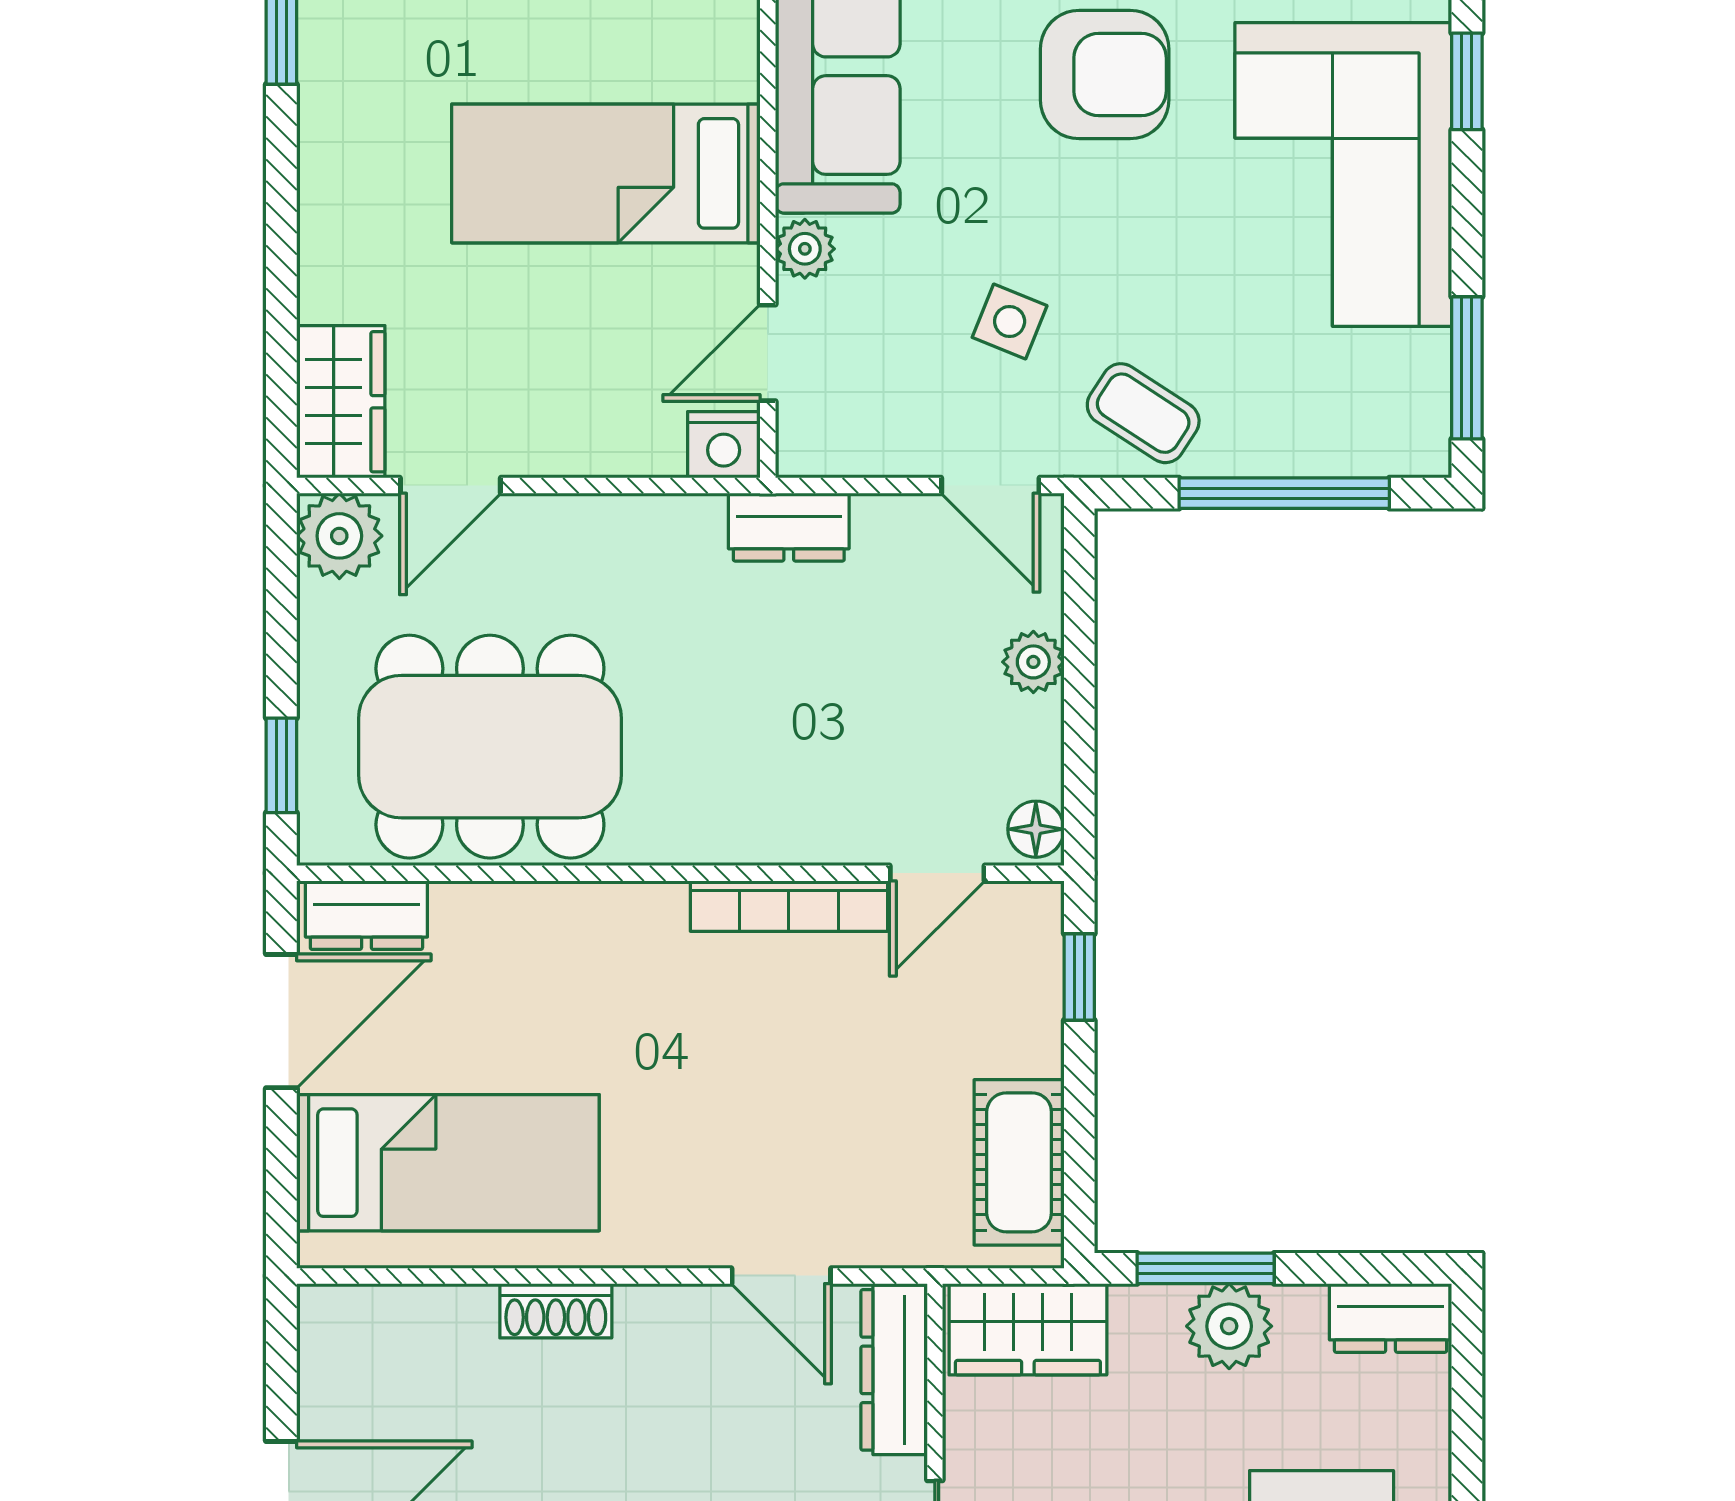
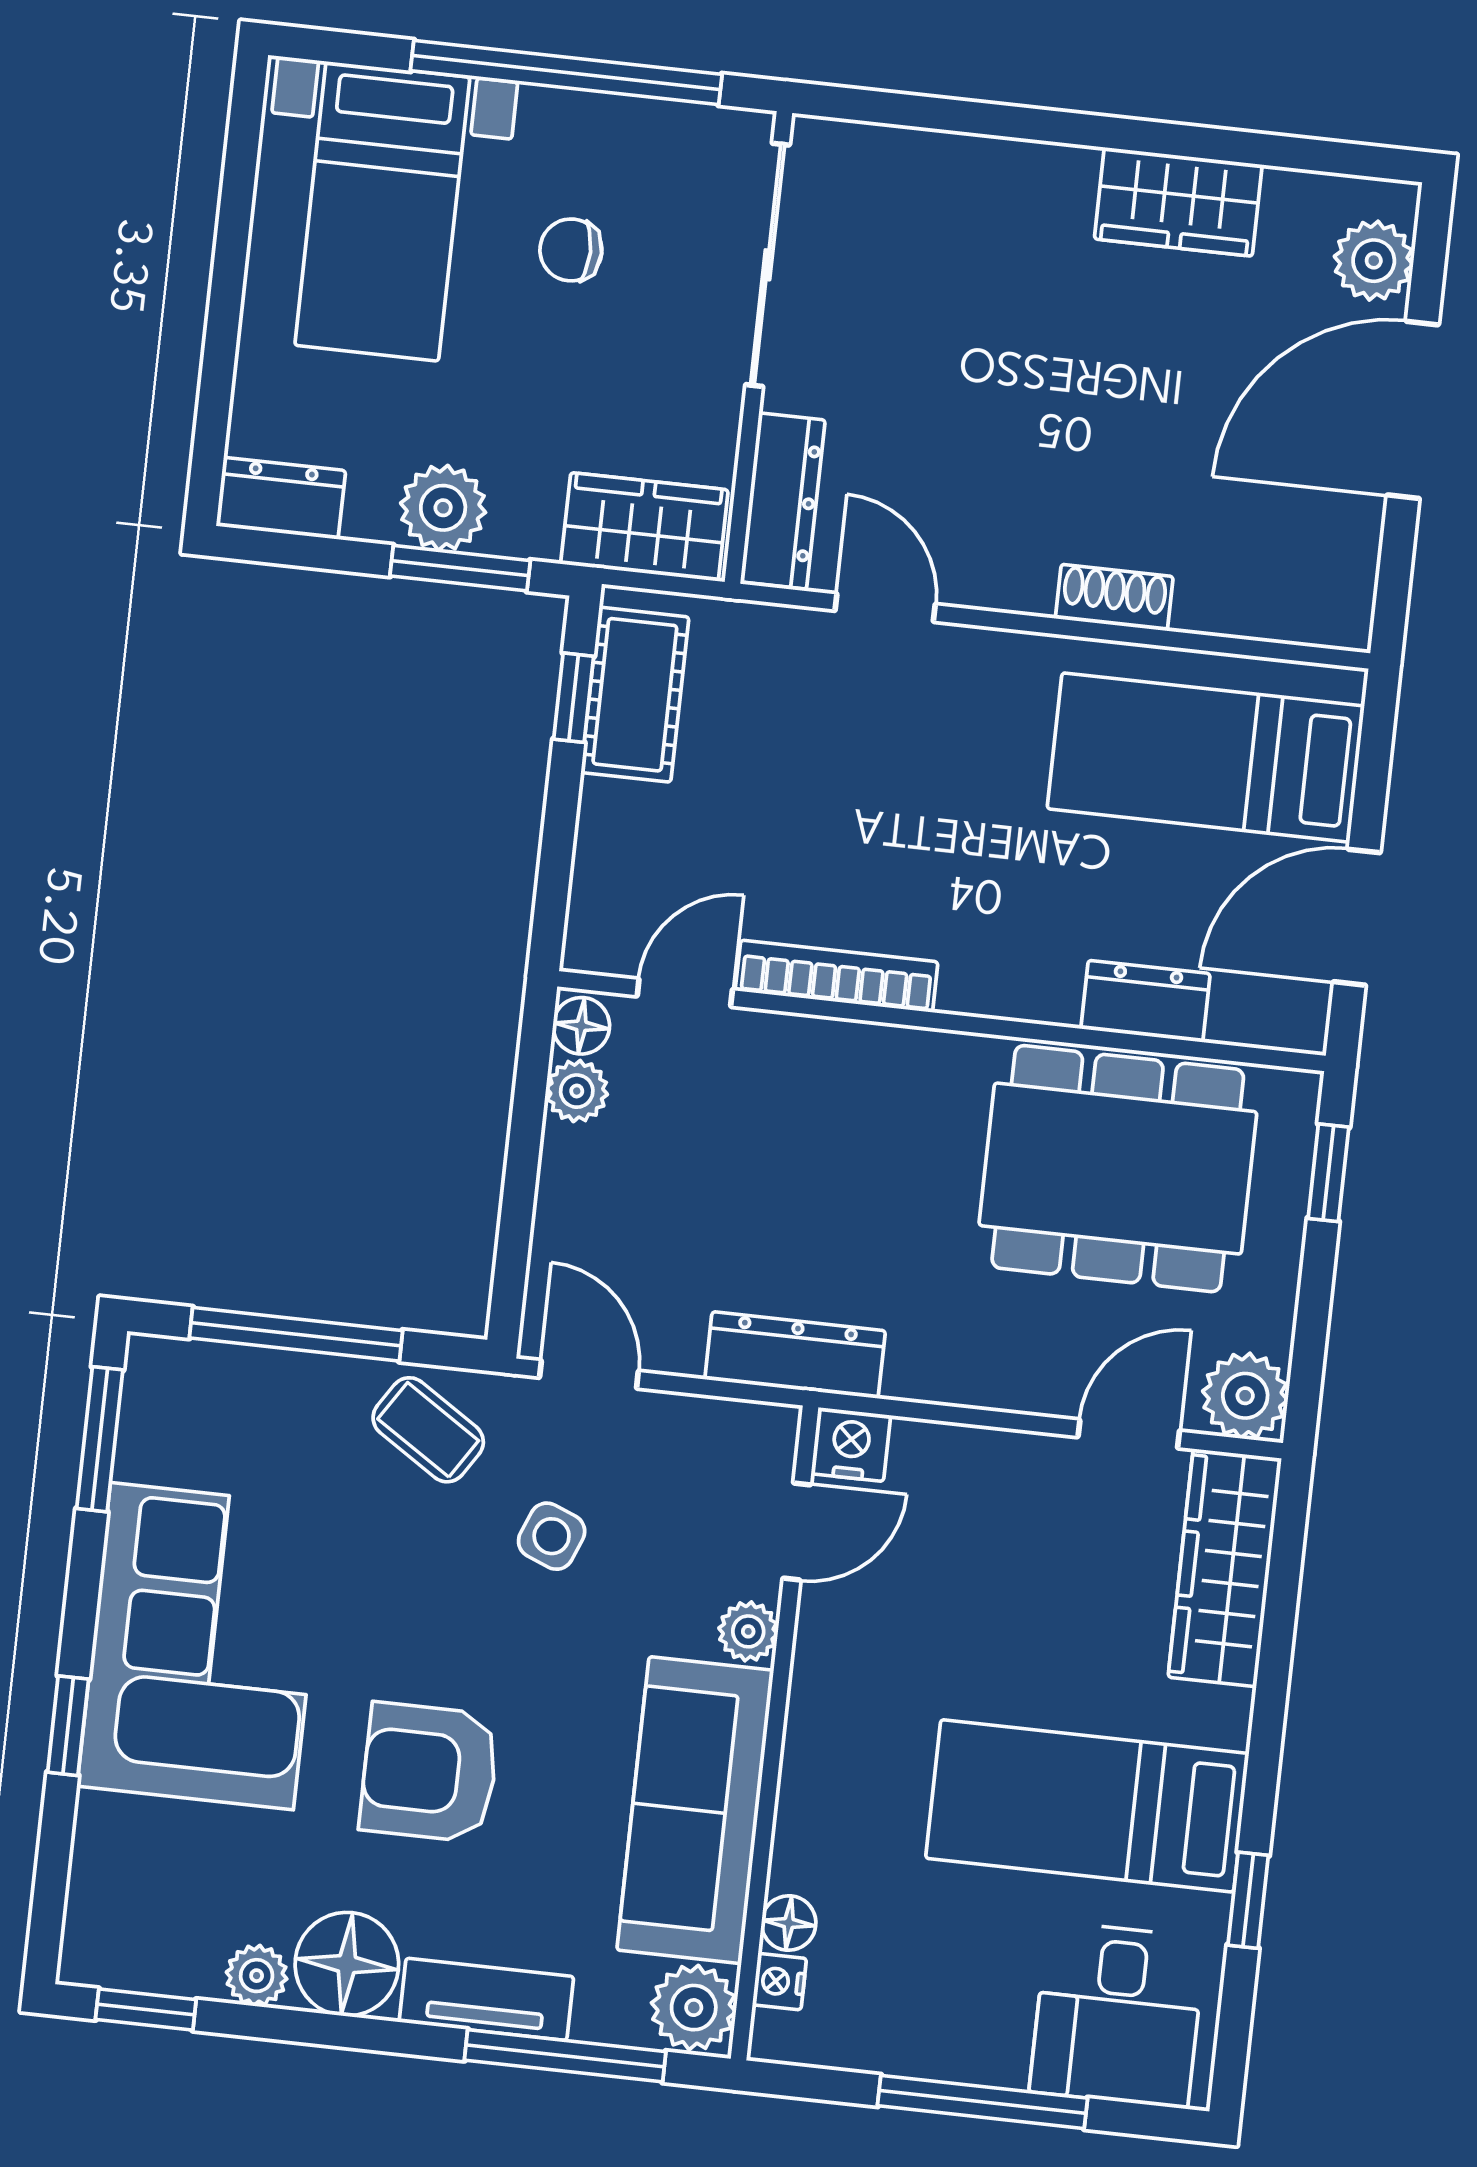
bed: (606, 173) -> (1087, 1806), moved, turned 180
wardrobe: (341, 402) -> (1225, 1568), width x1.50
dresser: (789, 527) -> (795, 1355), width x1.44
plant: (1033, 662) -> (577, 1091), moved
dresser: (366, 915) -> (1146, 1001), moved
window: (1079, 977) -> (574, 698), moved

